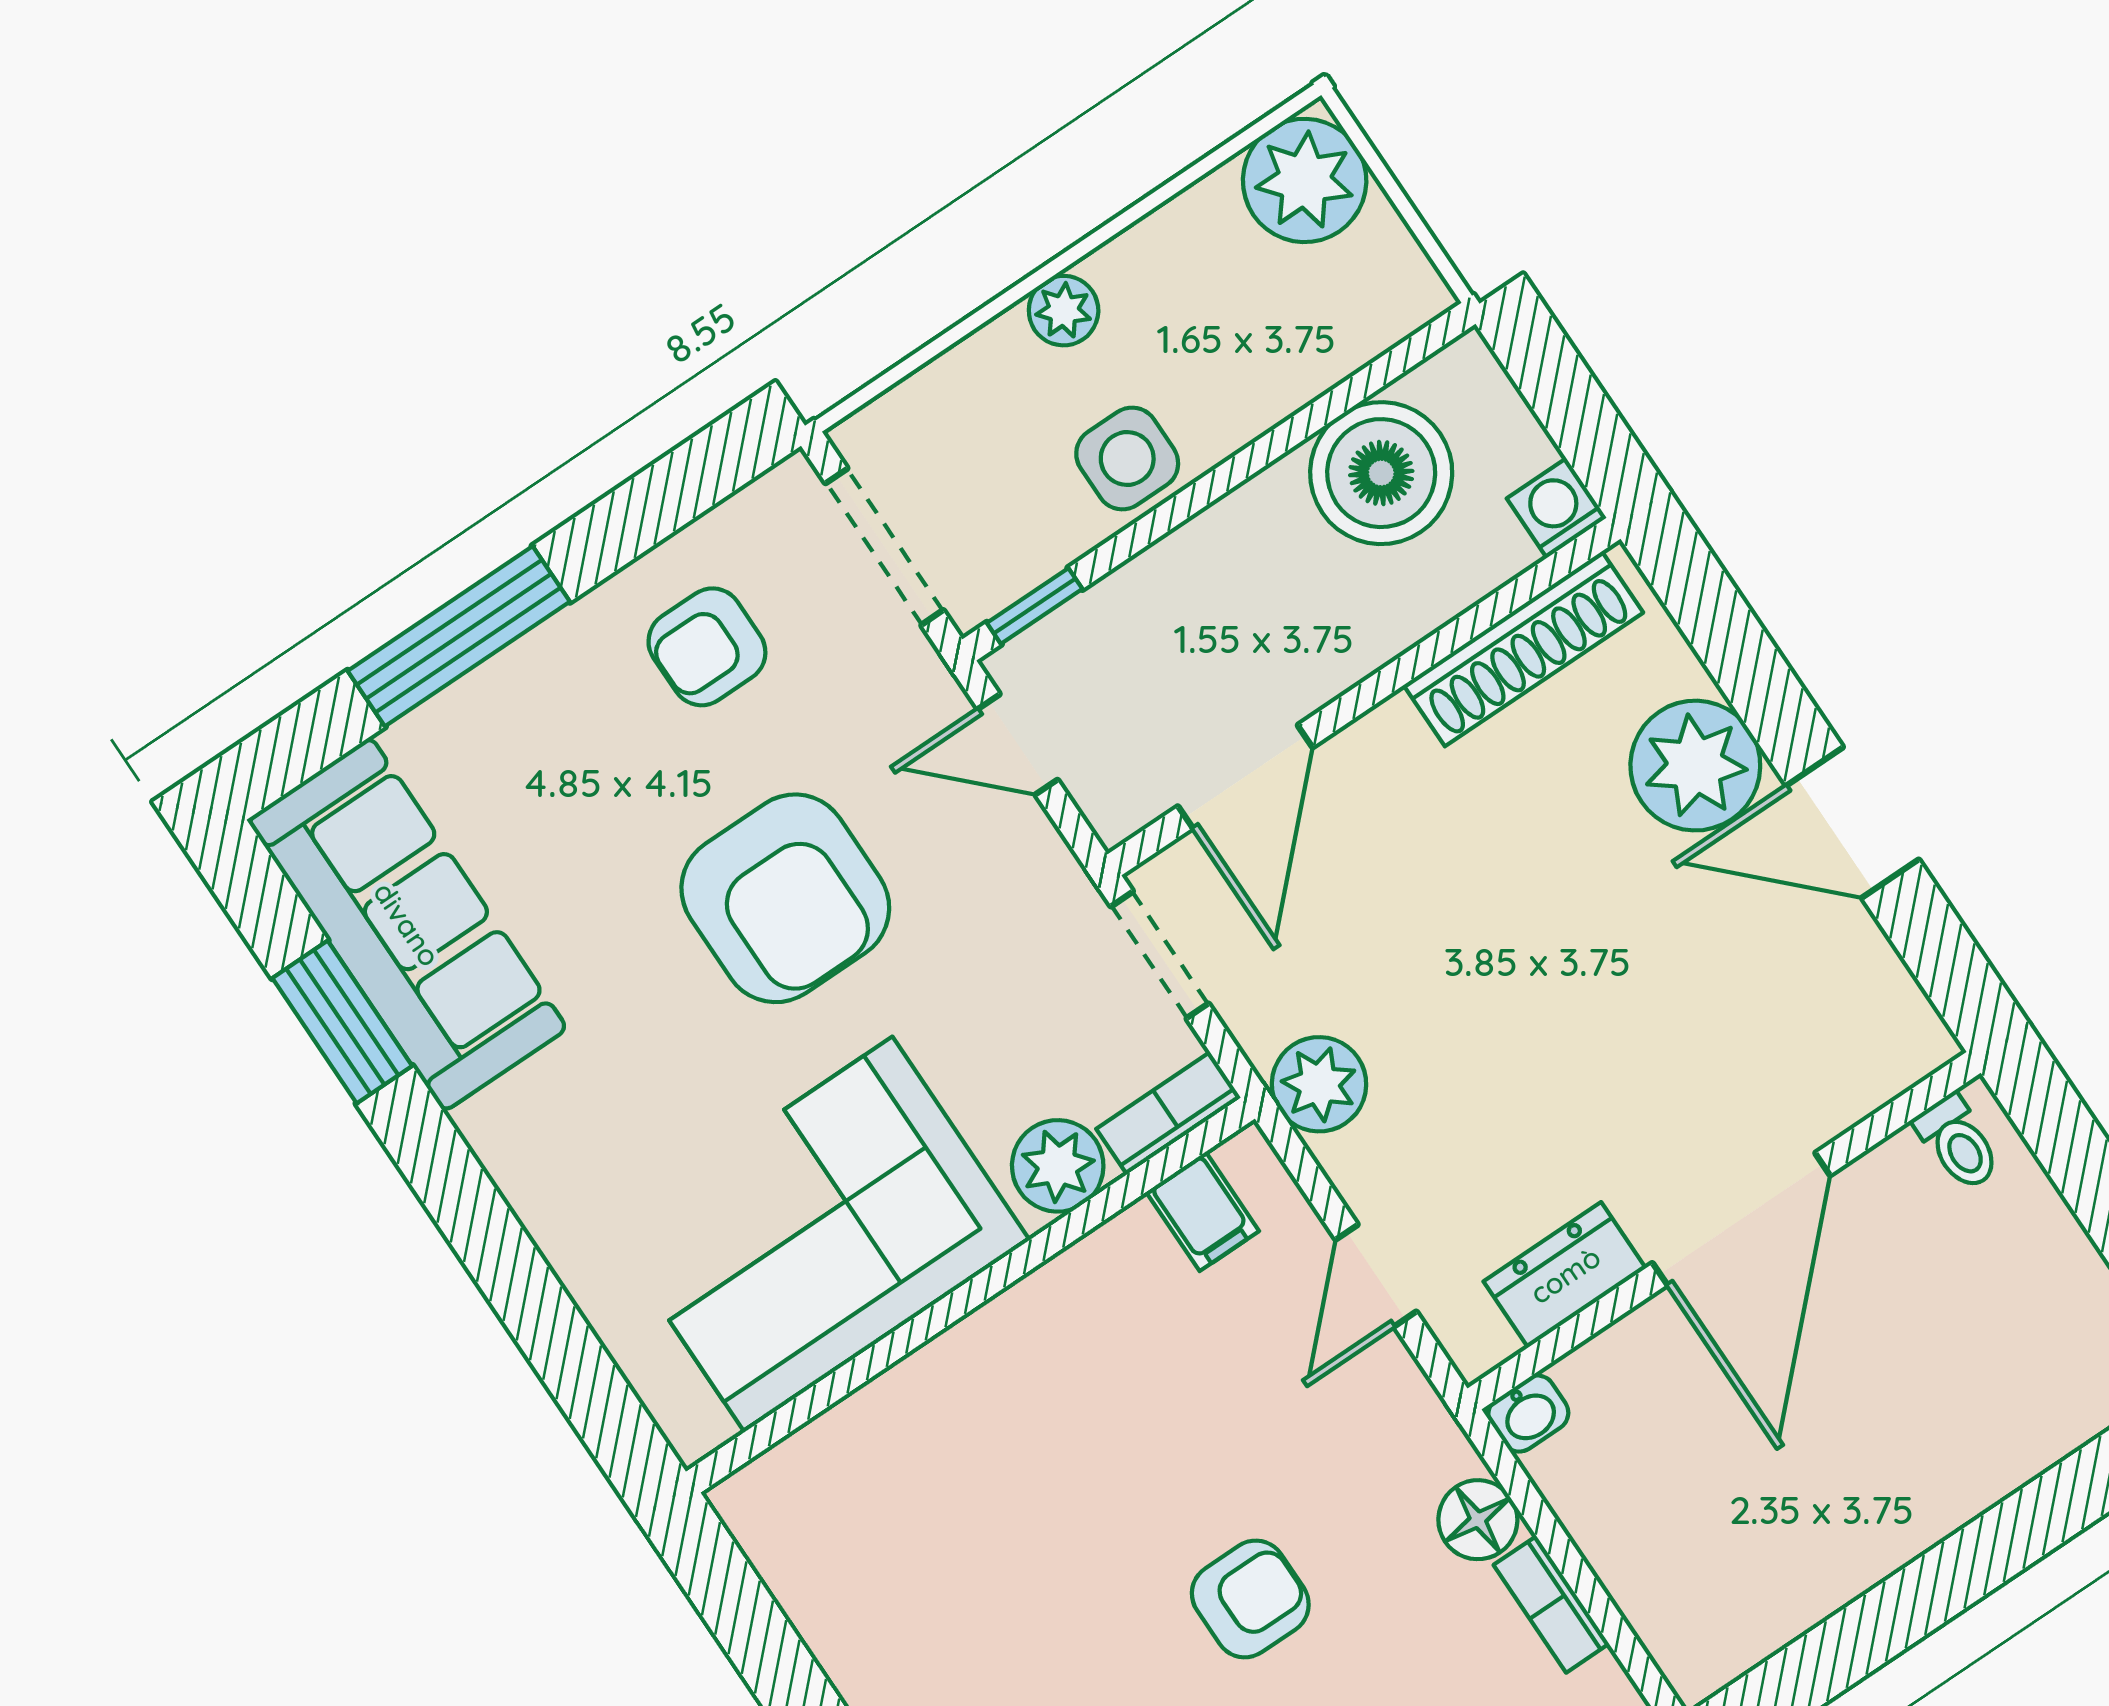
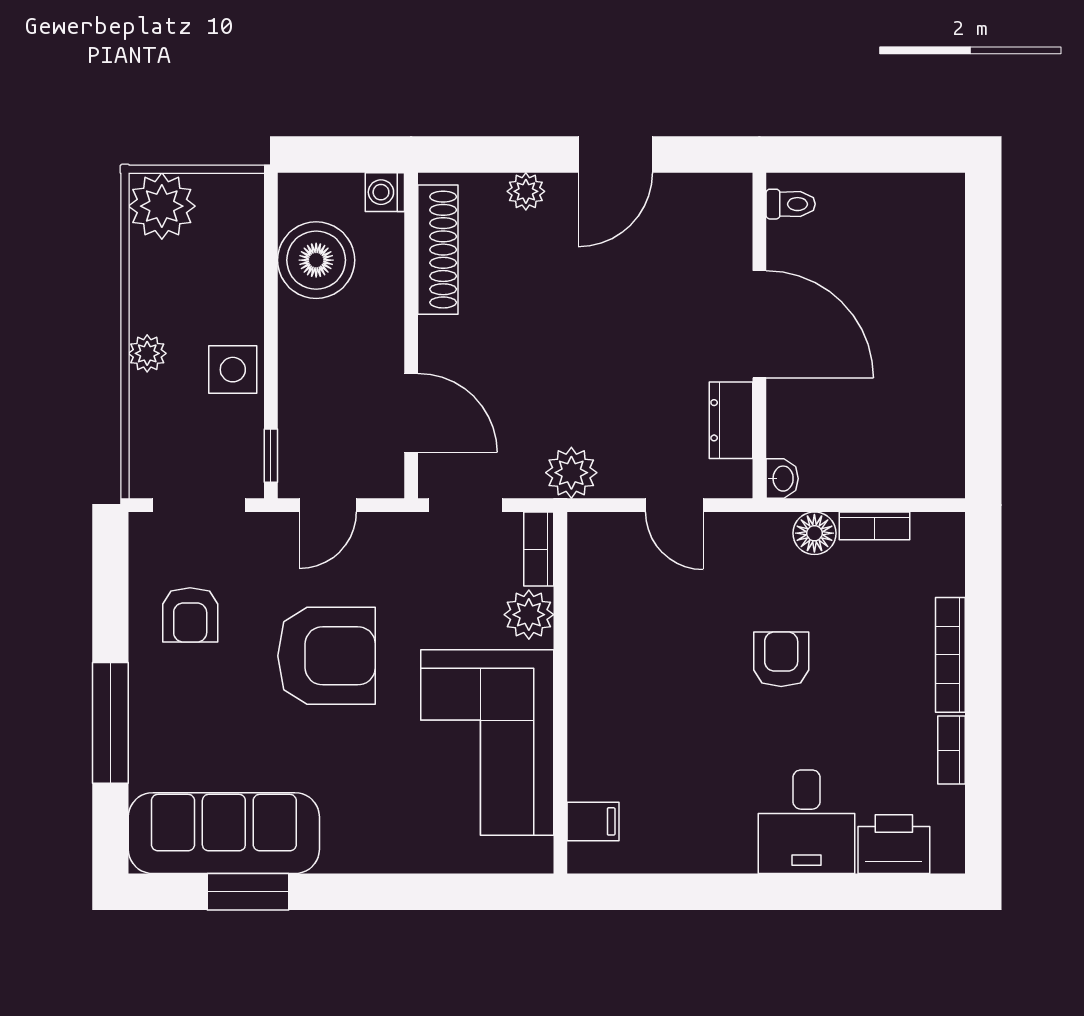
plant: (1695, 766) -> (526, 191), width x0.53, depth x0.53
filing cabinet: (1203, 1211) -> (593, 821), moved

